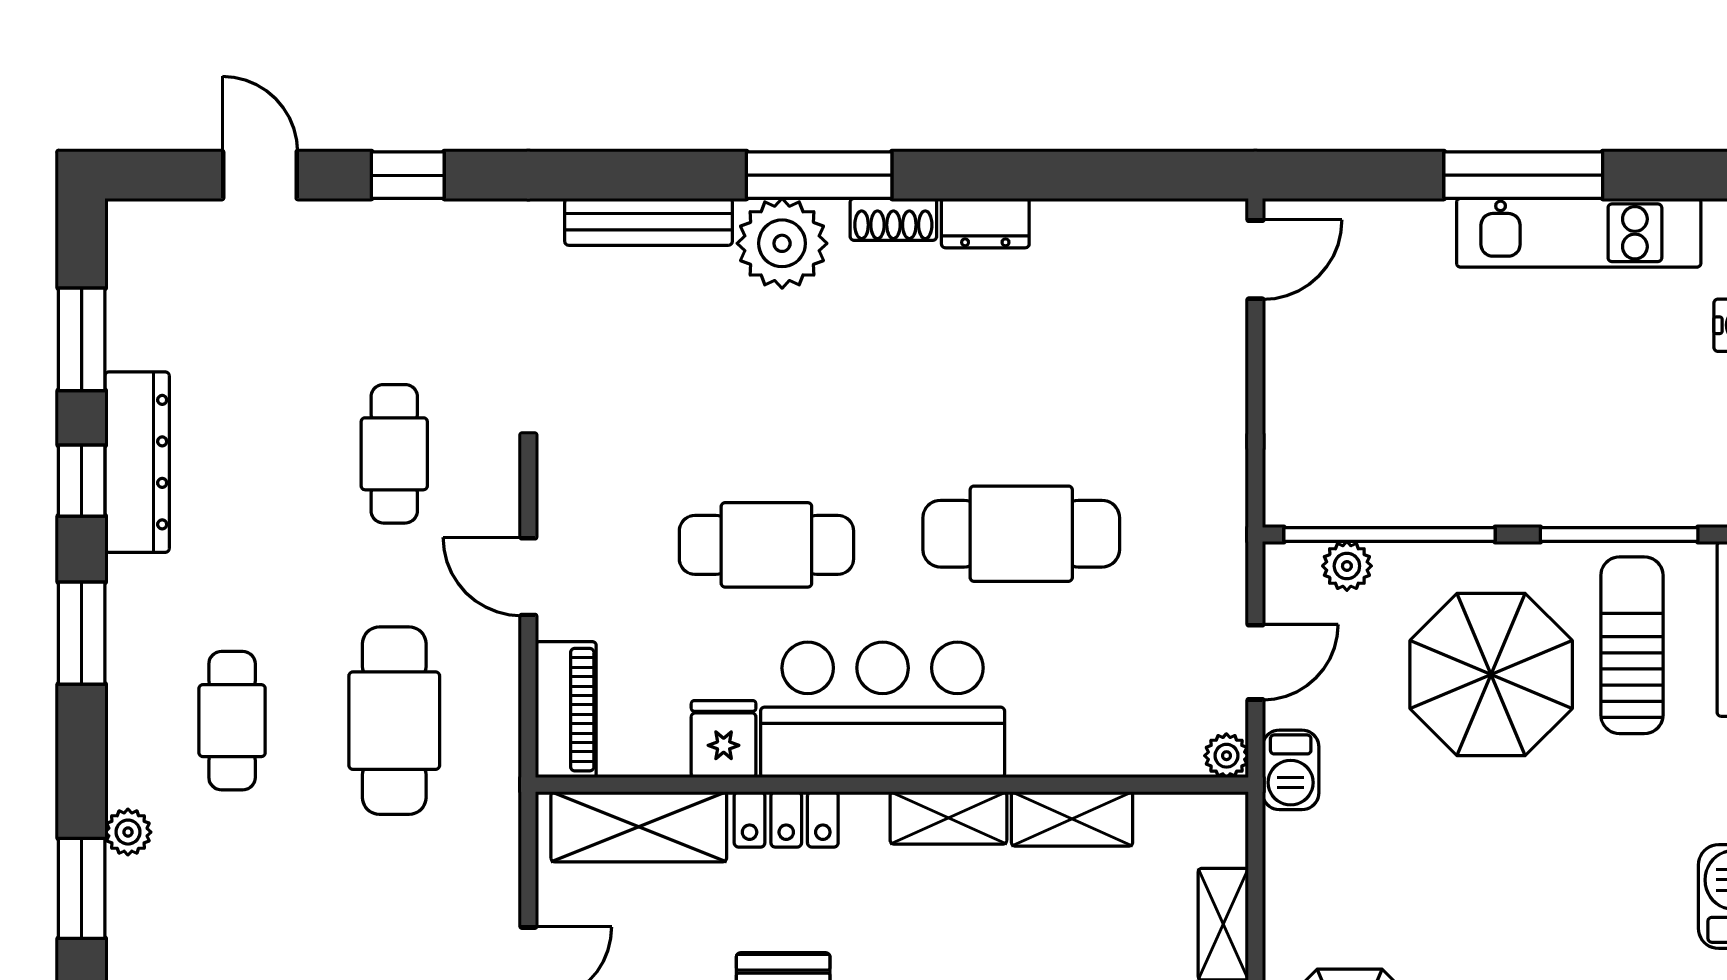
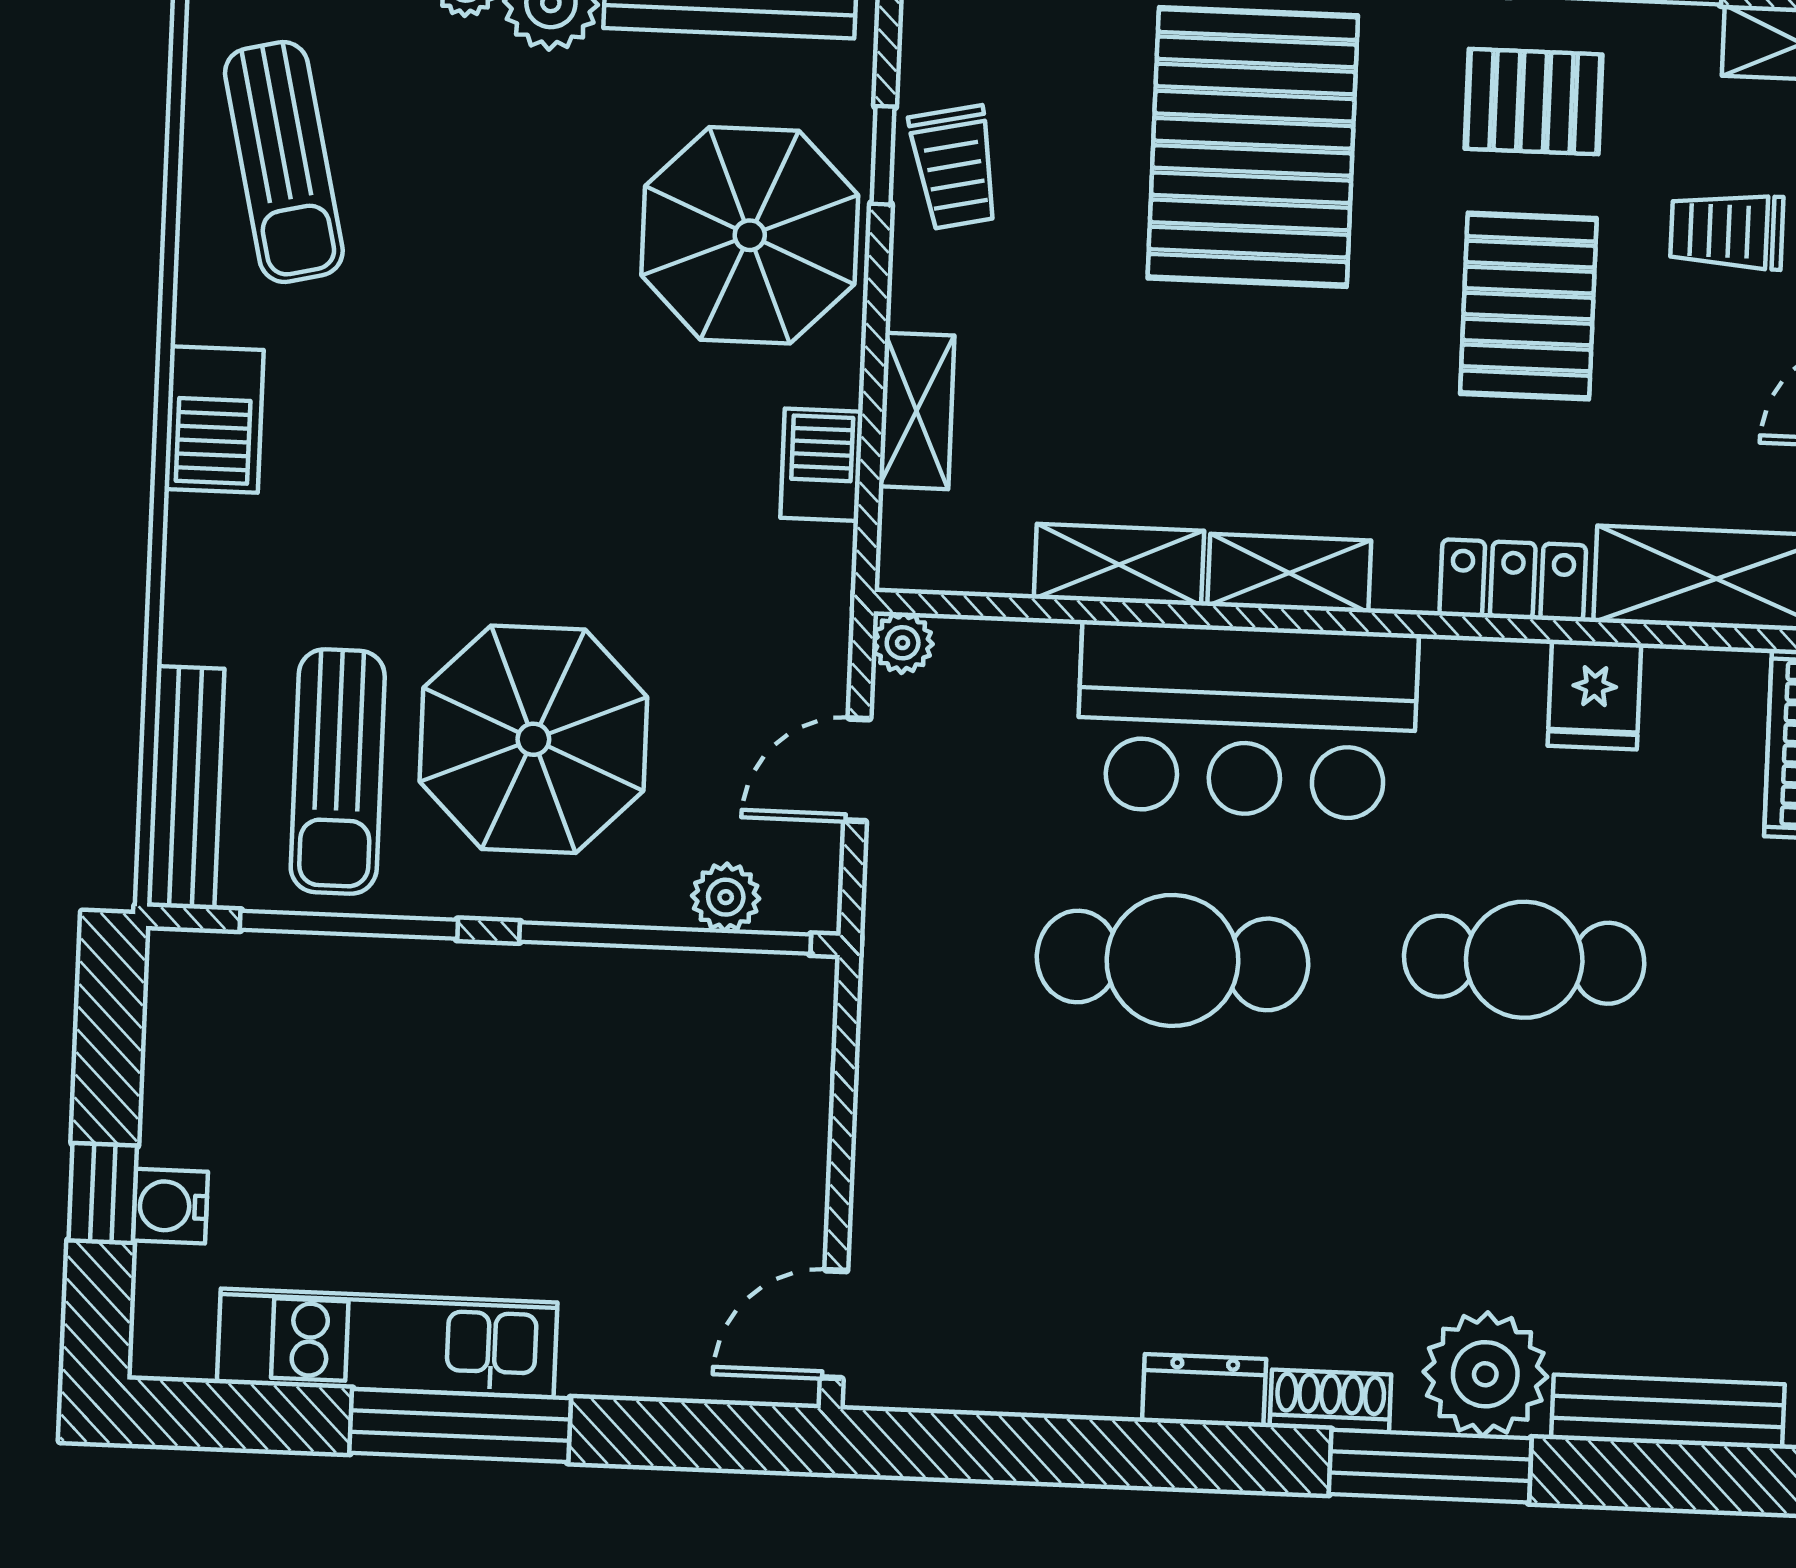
bar counter: (883, 710) -> (1247, 720), moved
barbecue: (1291, 770) -> (821, 465), moved

